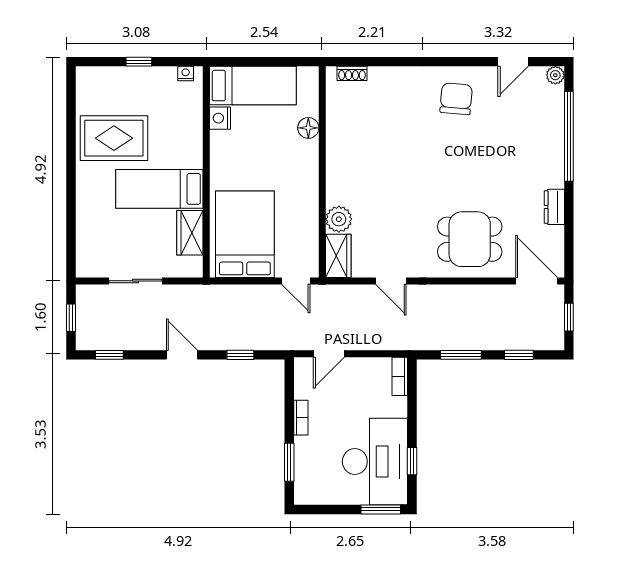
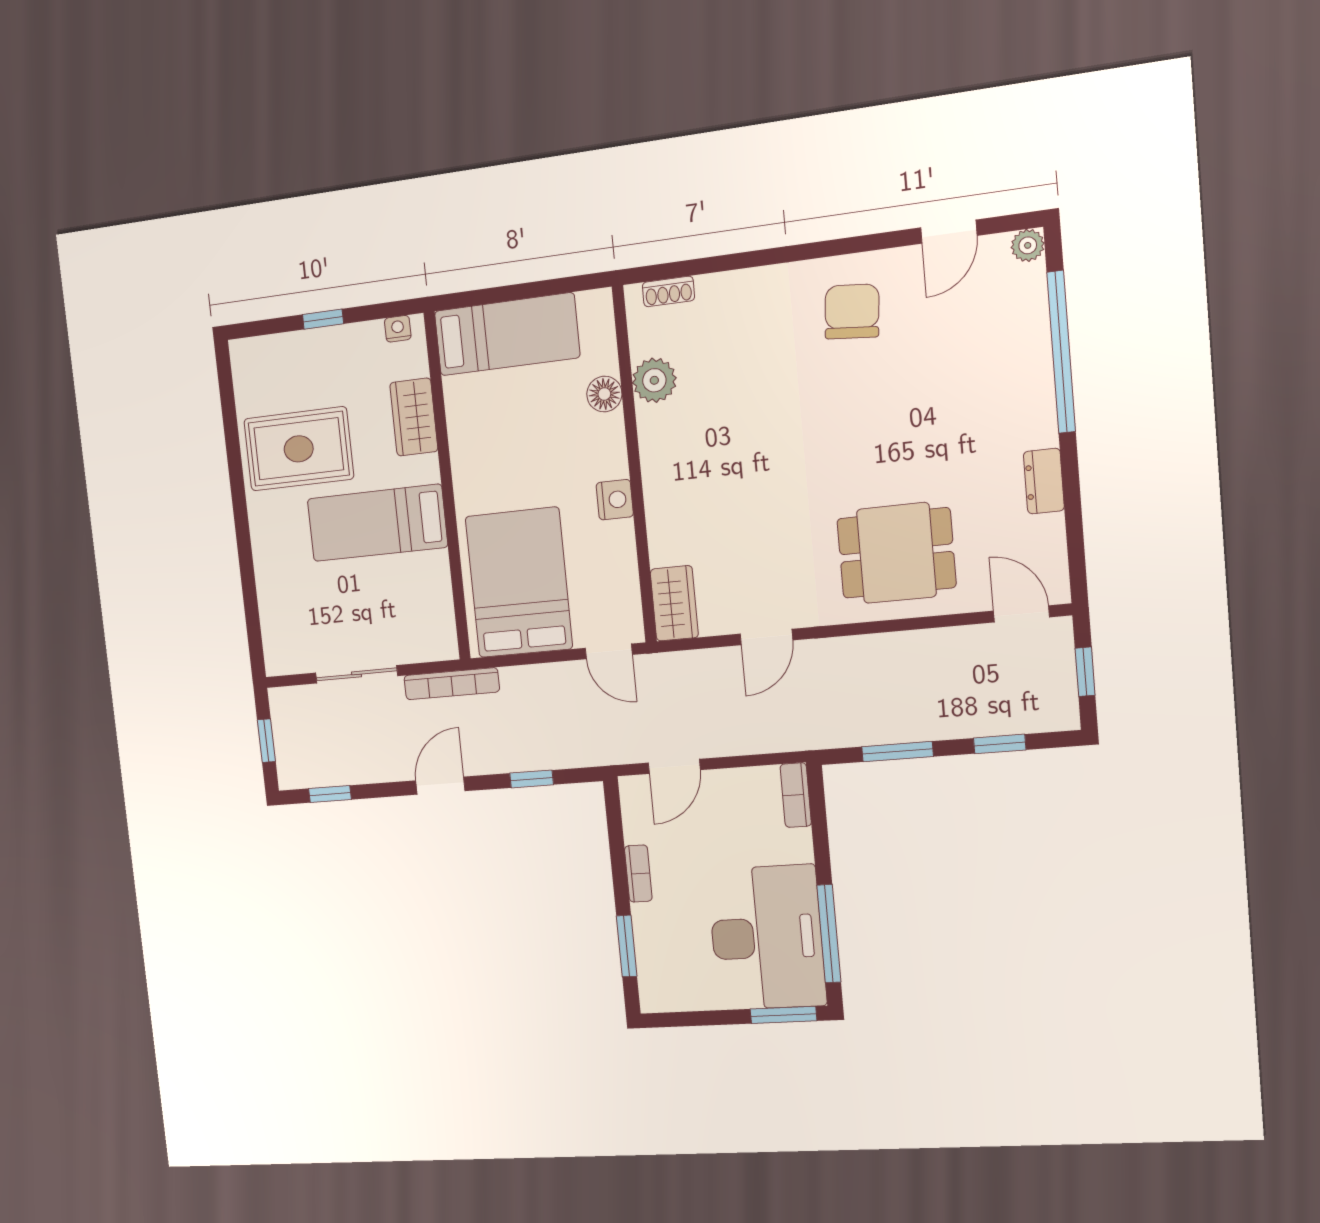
nightstand: (220, 118) -> (615, 500), moved, turned 180
plant: (339, 219) -> (654, 380), moved
wardrobe: (190, 233) -> (414, 417), moved
door: (391, 281) -> (766, 637), hinge flipped
door: (537, 281) -> (1021, 614), width x0.73
bookcase: (196, 292) -> (452, 684), added
door: (182, 355) -> (440, 786), hinge flipped
window: (412, 461) -> (829, 934), width x2.17

